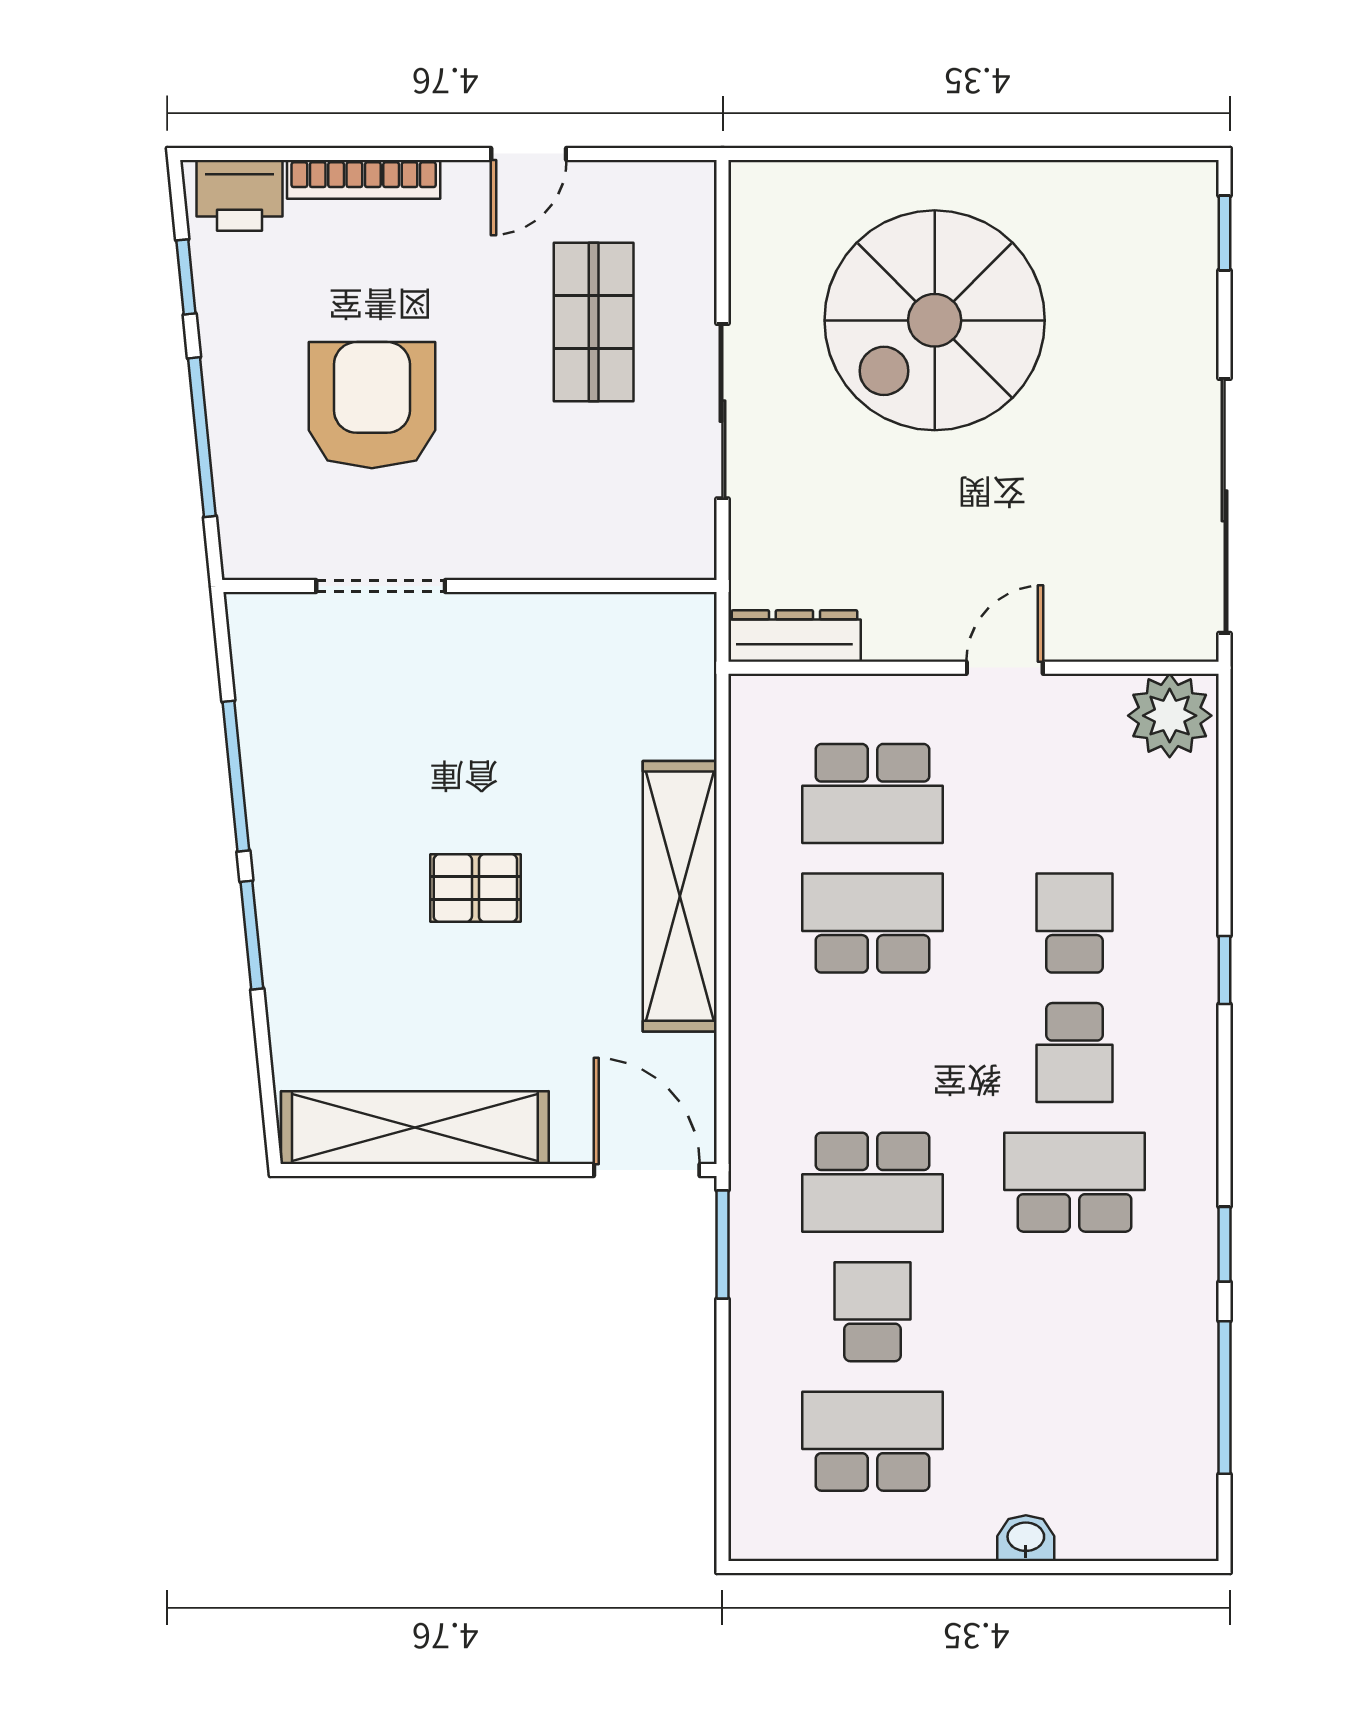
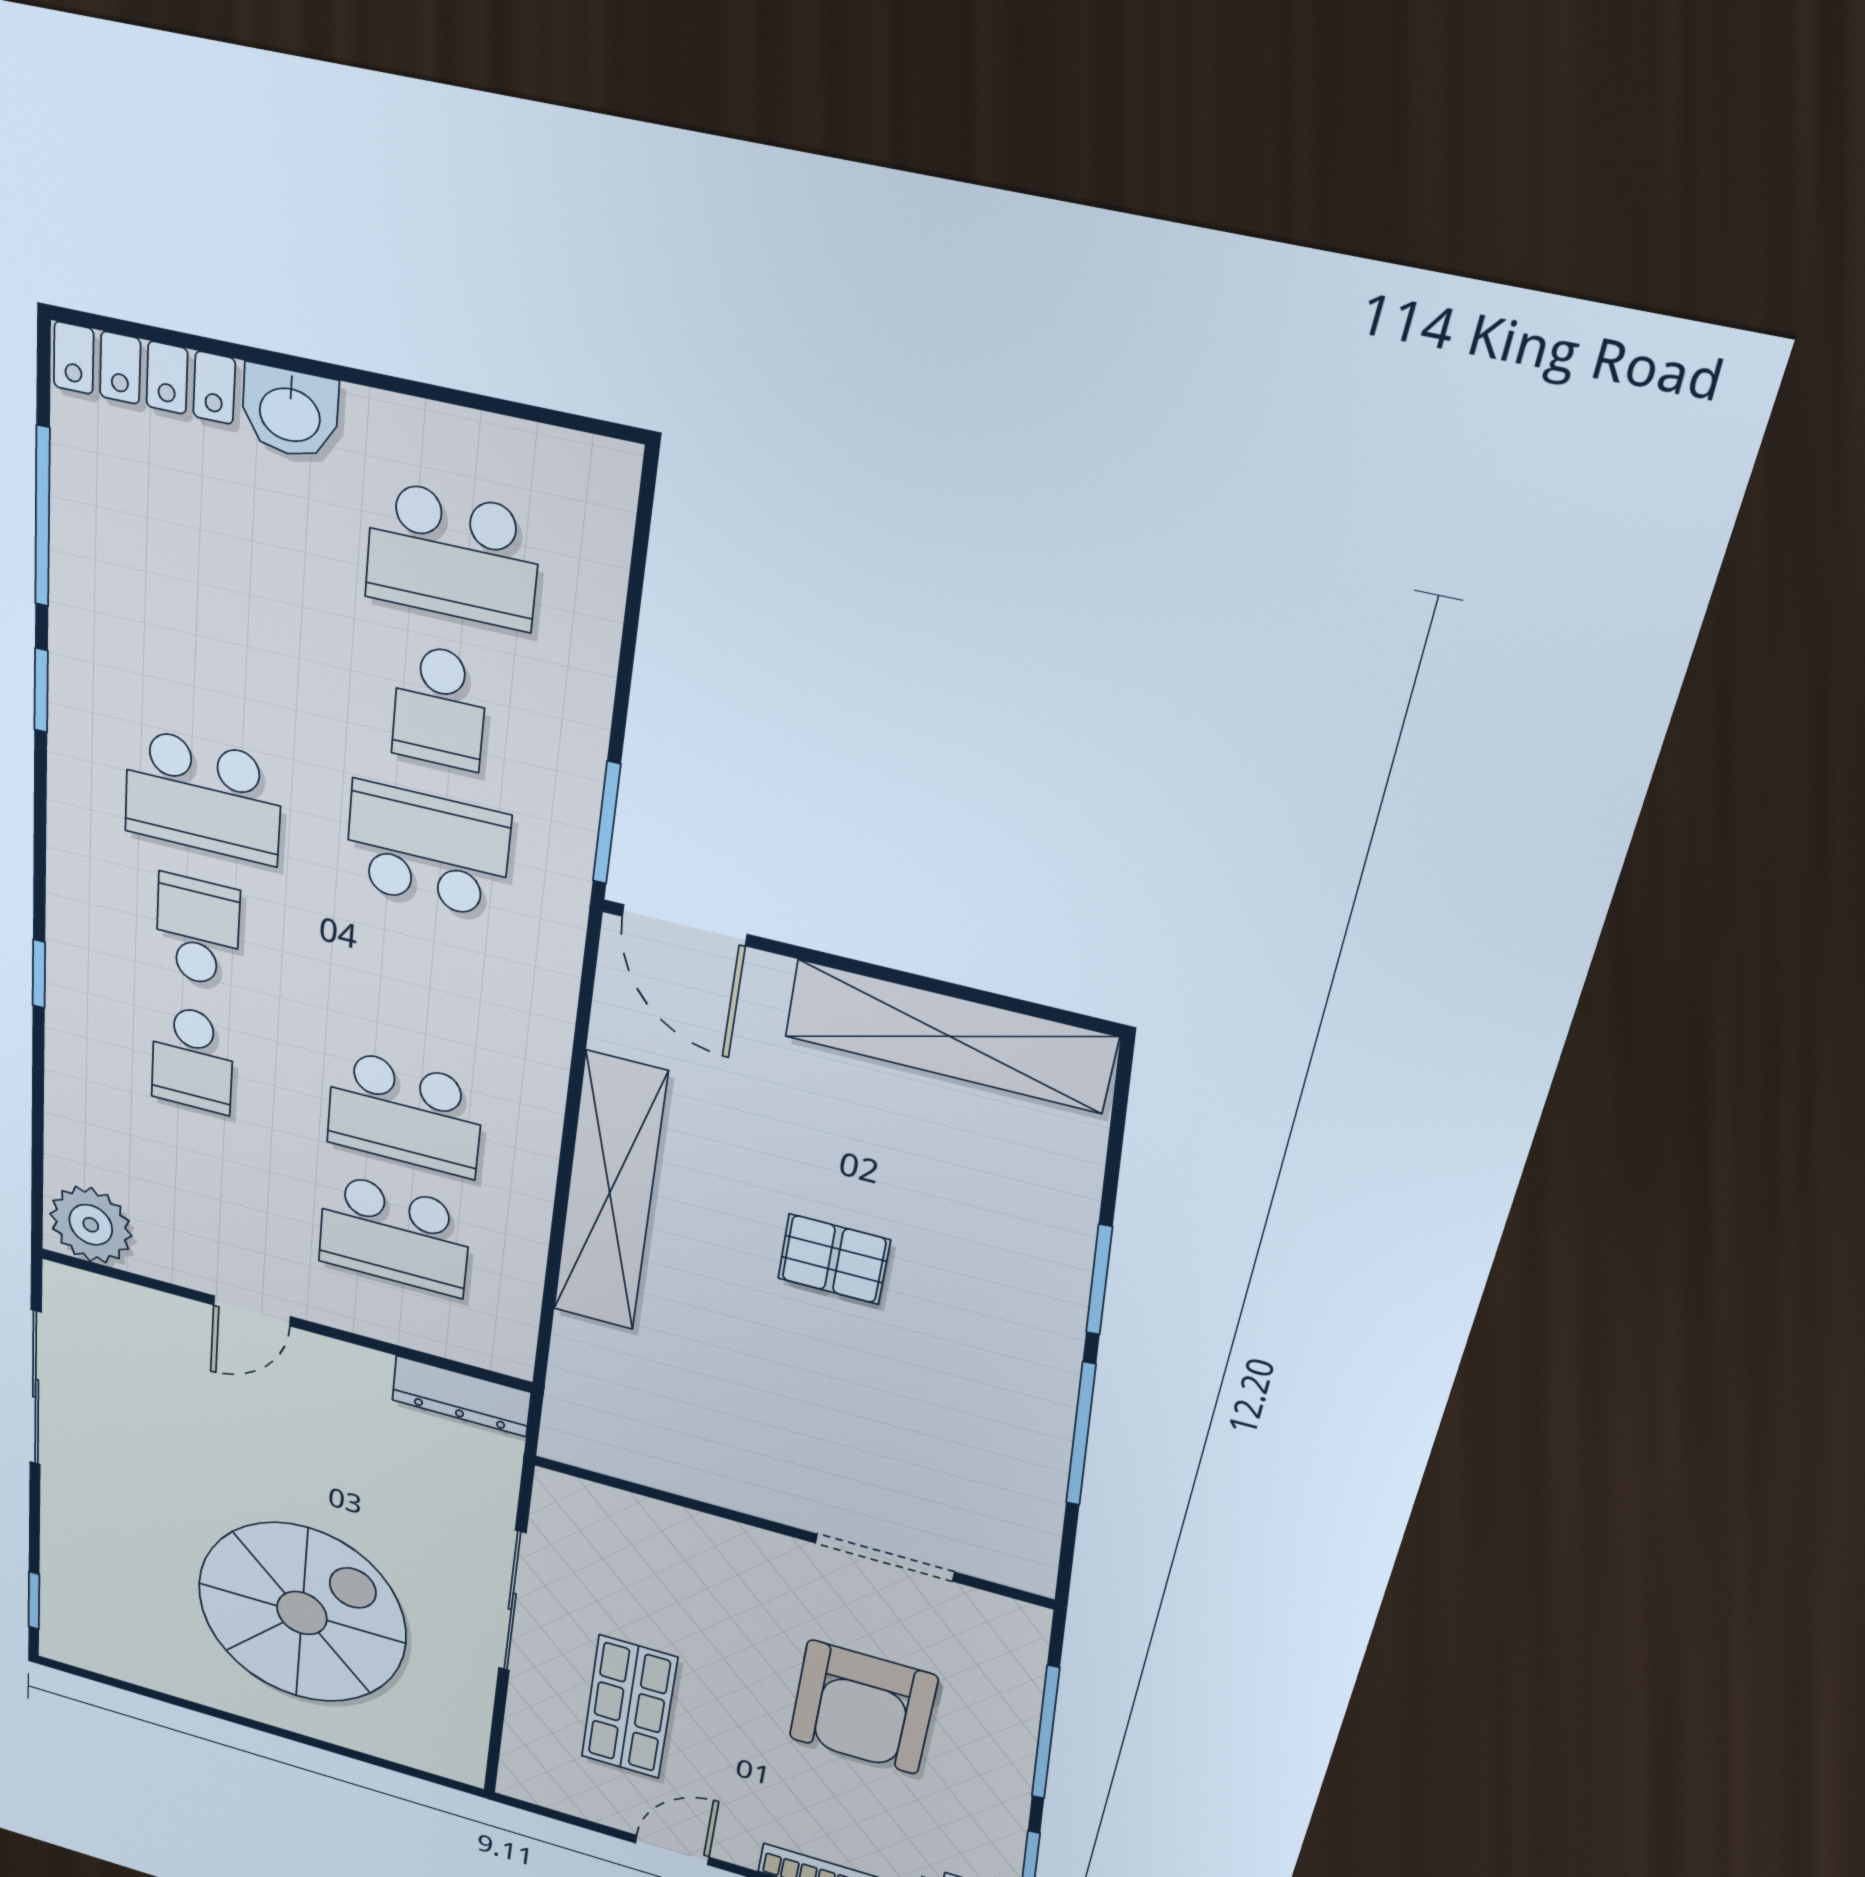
sliding door: (1225, 506) -> (36, 1388), width x0.73
school desk: (873, 794) -> (394, 1235), turned 180
locker: (1139, 1535) -> (144, 373), added
washbasin: (1026, 1538) -> (290, 412), width x1.38, depth x1.45

